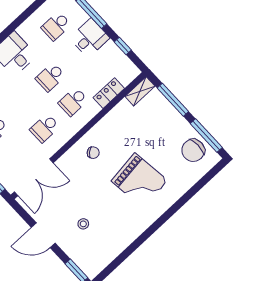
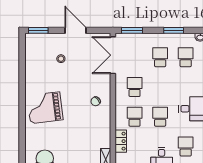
grand piano: (139, 181) -> (45, 108), moved
door: (43, 235) -> (75, 30), hinge flipped

